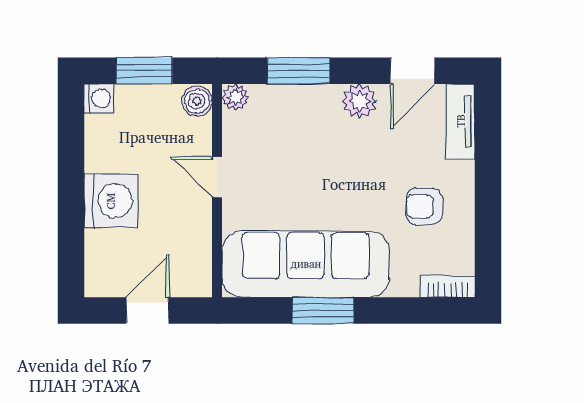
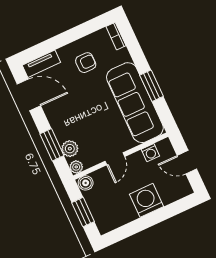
door: (413, 71) -> (29, 95), width x1.37
washing machine: (99, 98) -> (150, 153), moved, turned 180
plant: (360, 101) -> (70, 149), moved
armchair: (424, 206) -> (86, 63), turned -90

